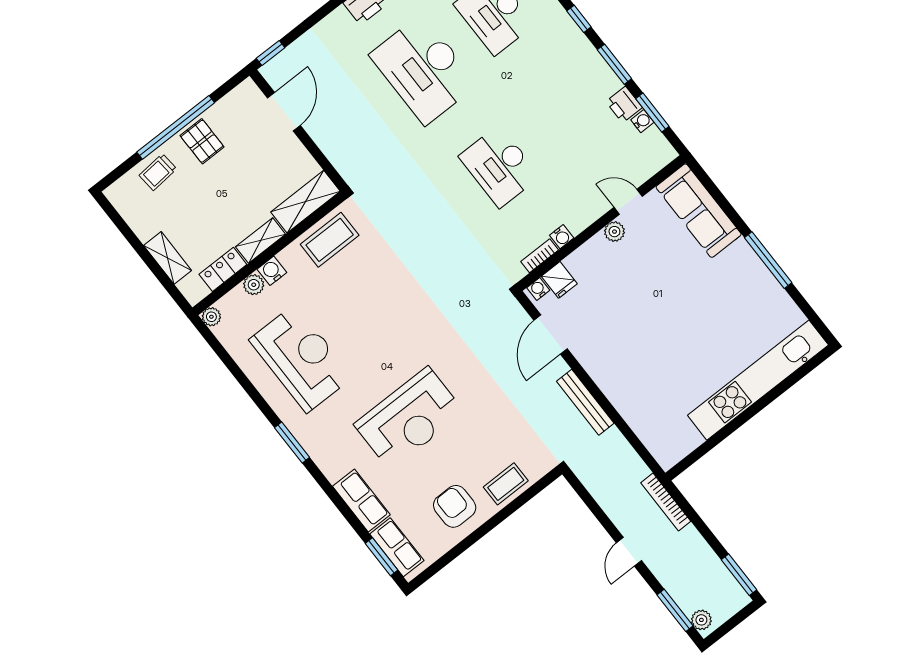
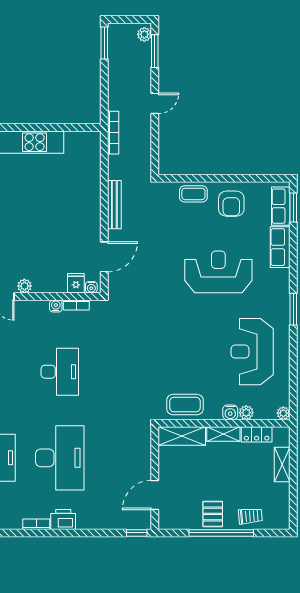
bookcase: (666, 502) -> (113, 133), moved

